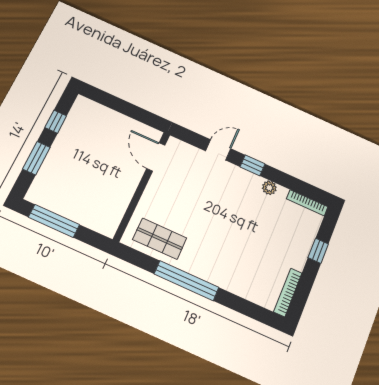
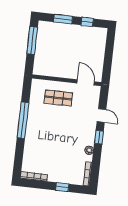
door: (156, 157) -> (86, 82), hinge flipped
shop shelf: (160, 239) -> (58, 98), moved, turned 90

